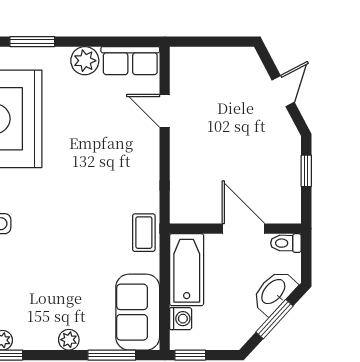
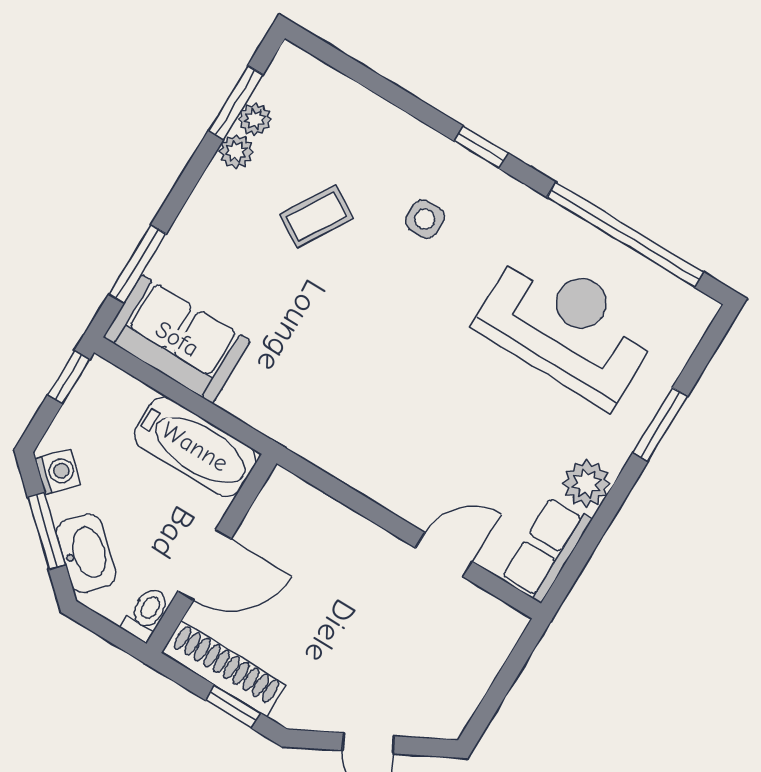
shoe rack: (290, 187) -> (224, 669), added
coffee table: (144, 233) -> (316, 217), moved, turned -59
washing machine: (181, 319) -> (58, 472), moved, turned -137
plant: (69, 340) -> (236, 152), moved

